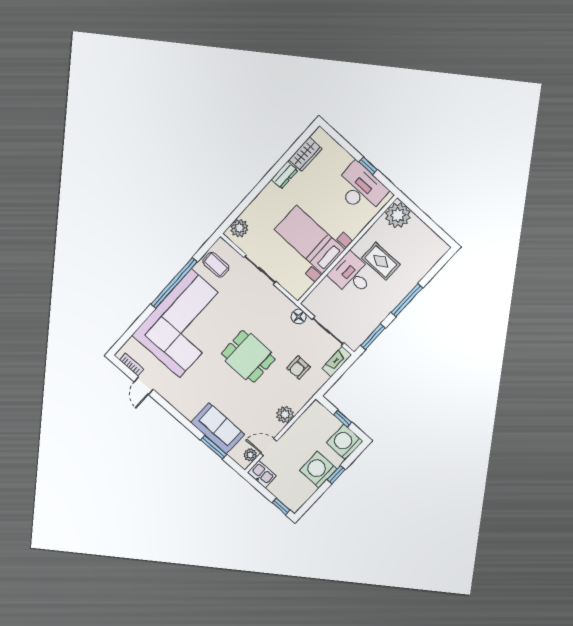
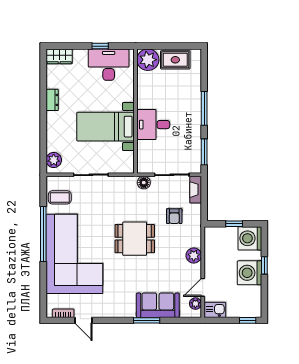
wardrobe: (305, 154) -> (59, 56), moved, turned 90
rug: (381, 261) -> (175, 60), moved
window: (214, 447) -> (147, 320), moved

